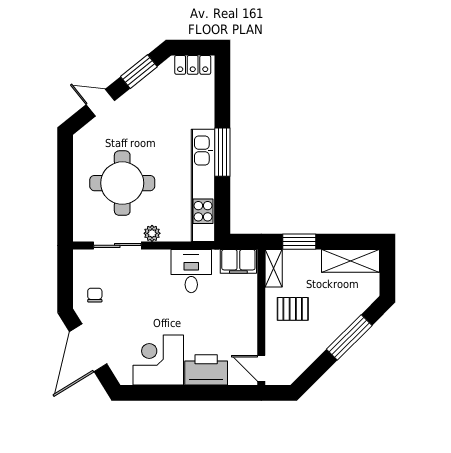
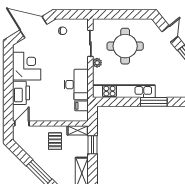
window: (222, 152) -> (154, 102), moved
filing cabinet: (238, 261) -> (81, 106), width x0.50
desk: (191, 271) -> (76, 85), width x1.37

